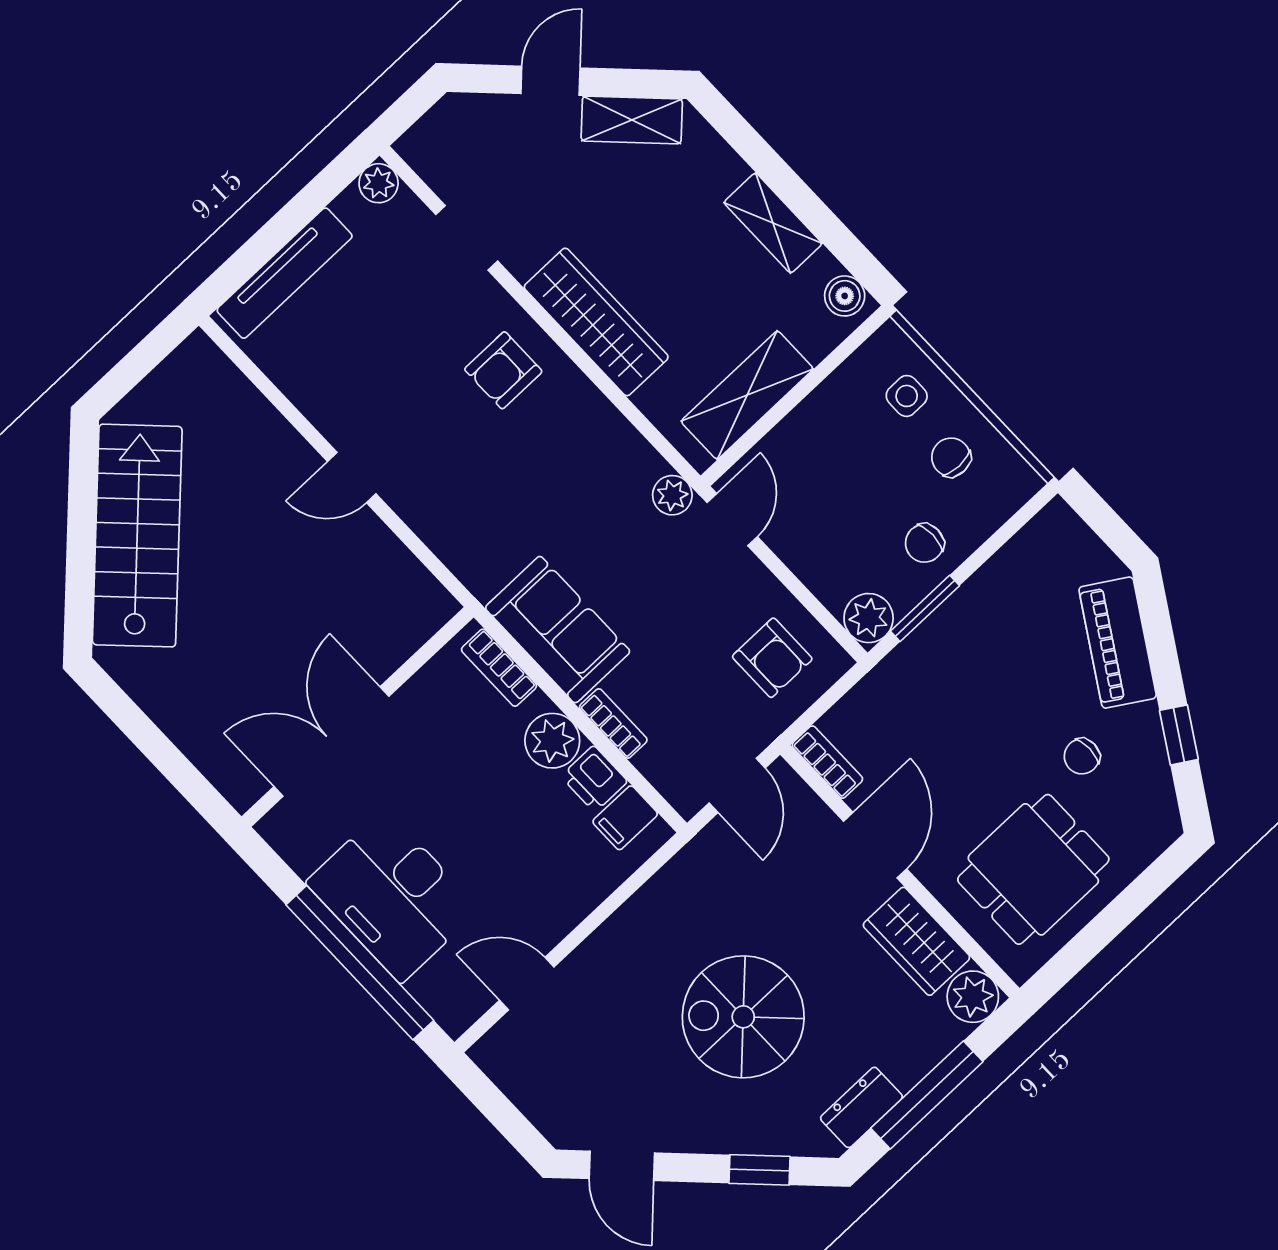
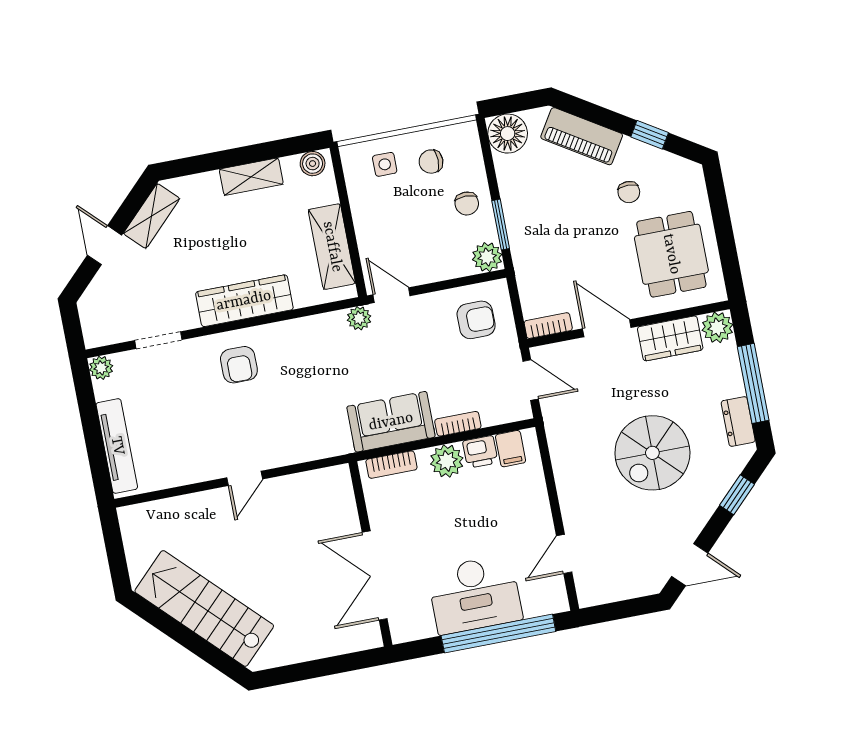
floor lamp: (1057, 538) -> (508, 134), added

